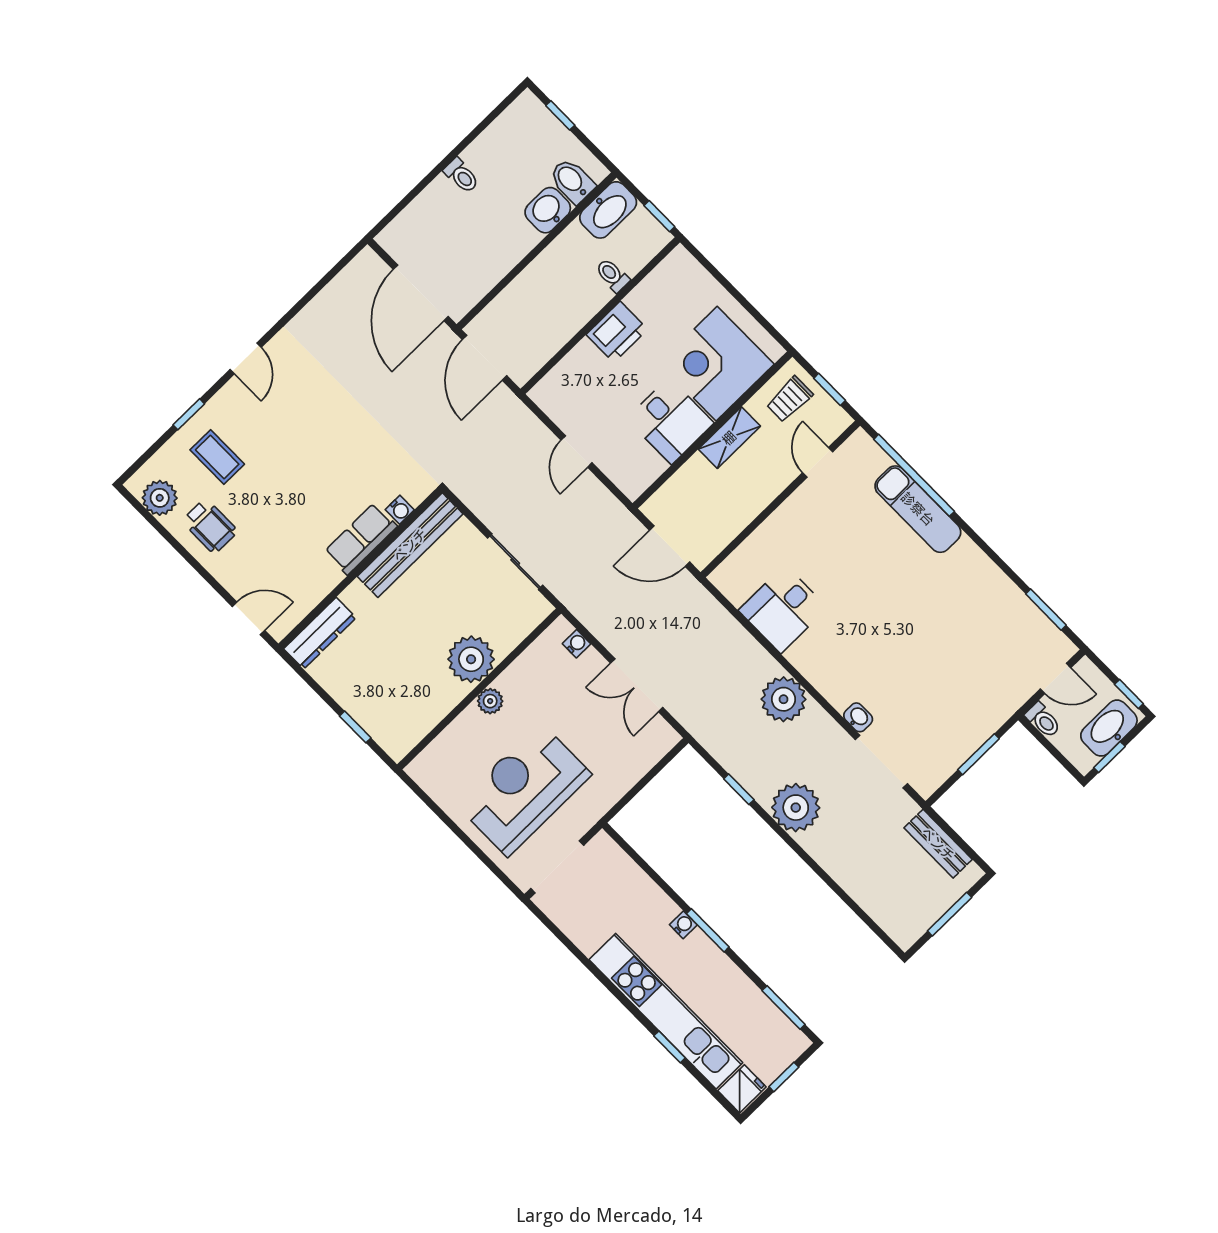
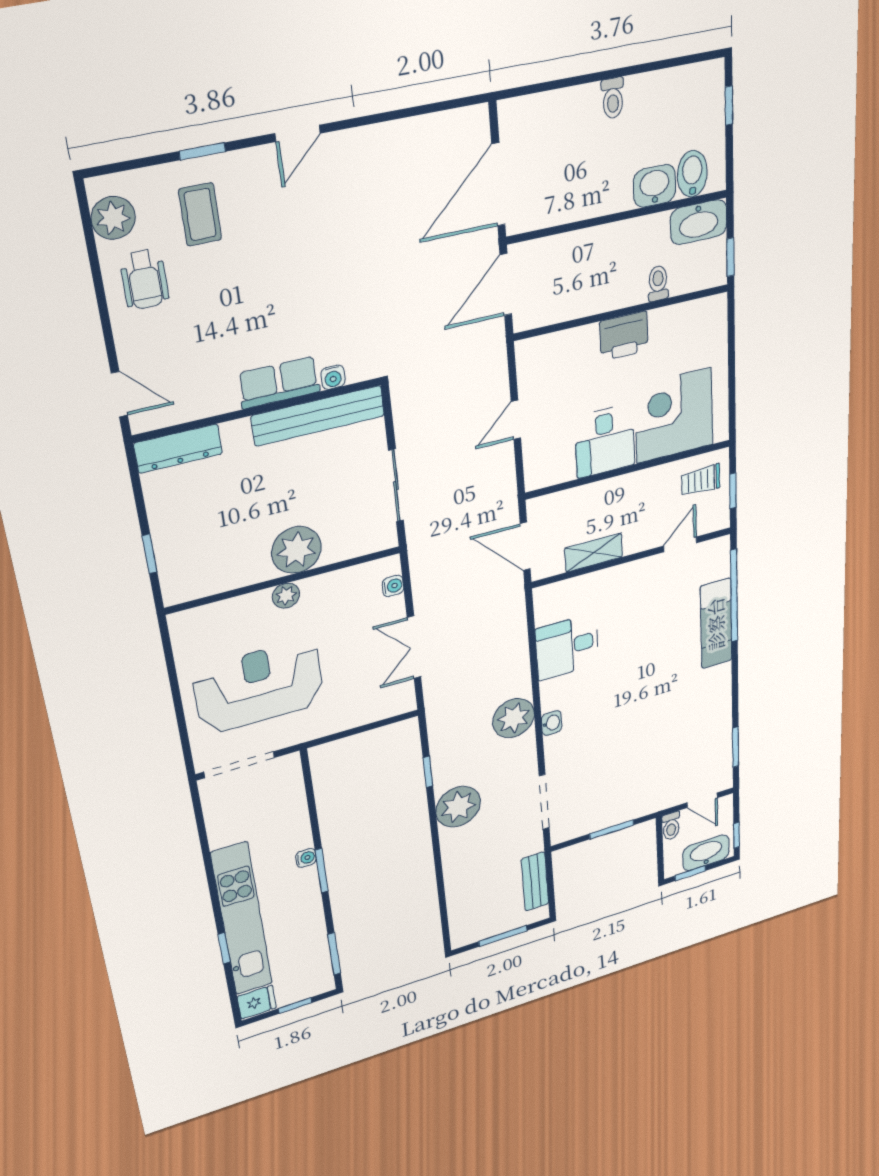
shelving: (729, 438) -> (594, 553), moved
washbasin: (858, 717) -> (552, 723), moved

